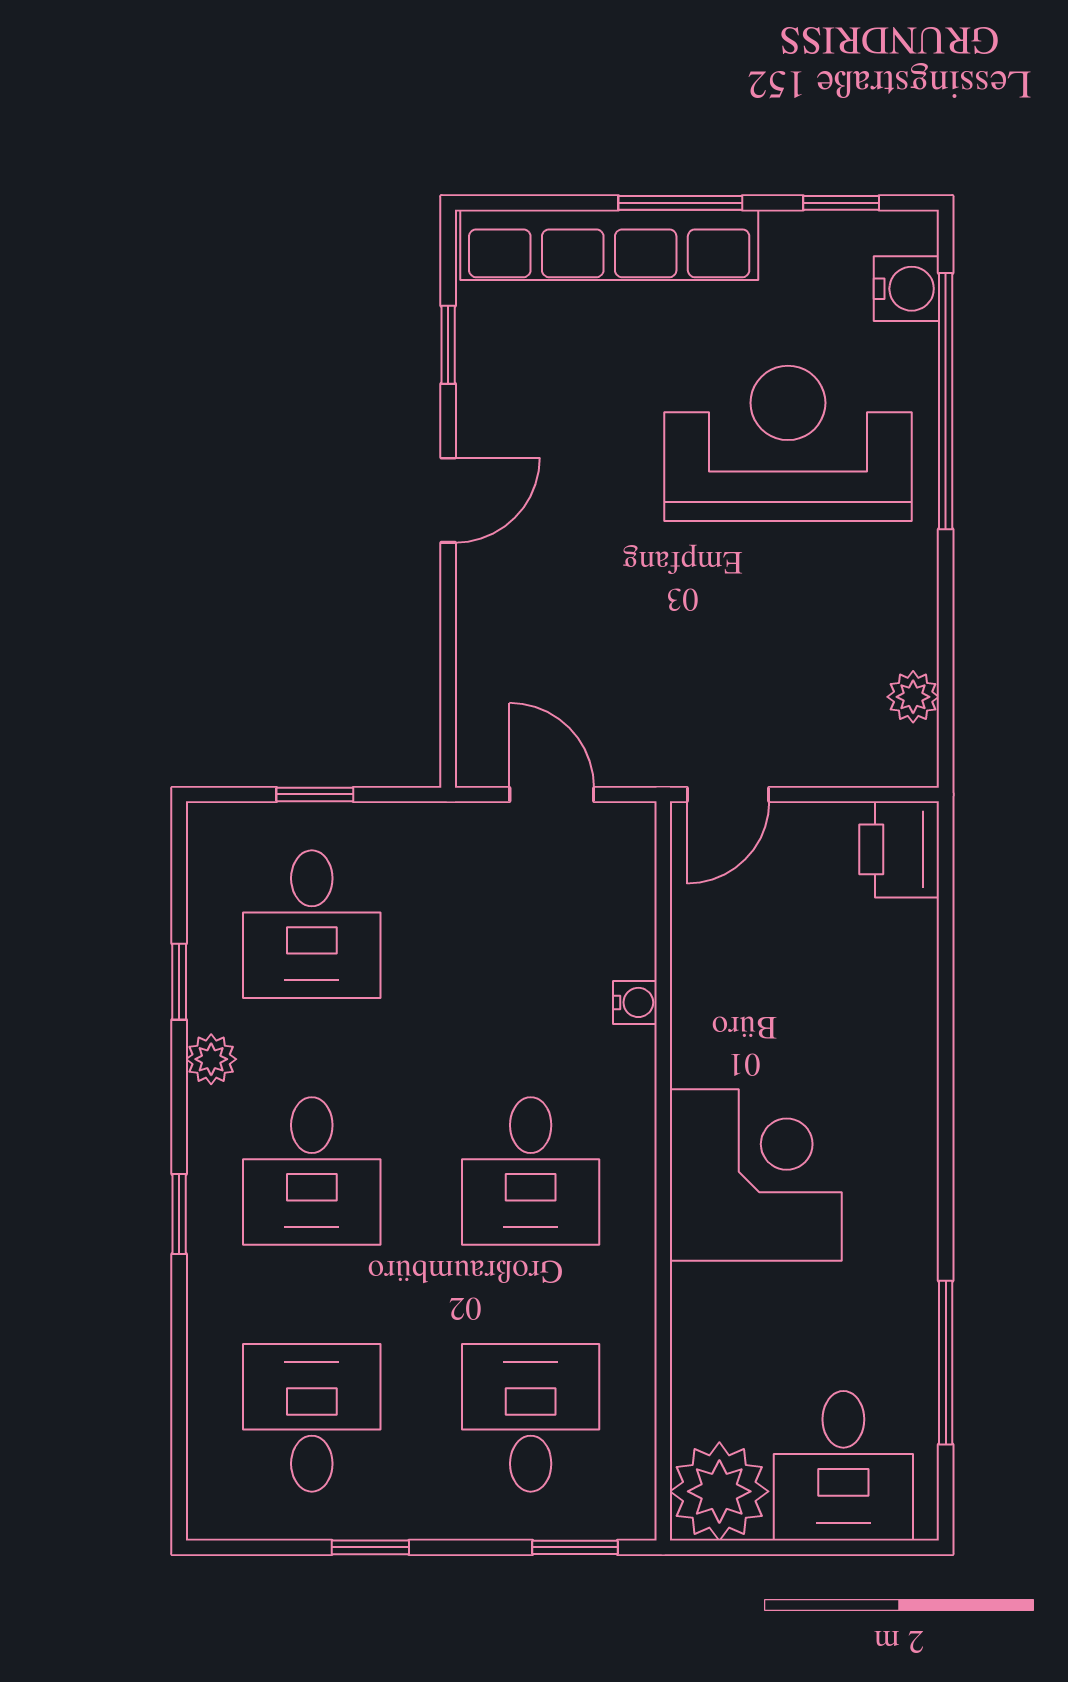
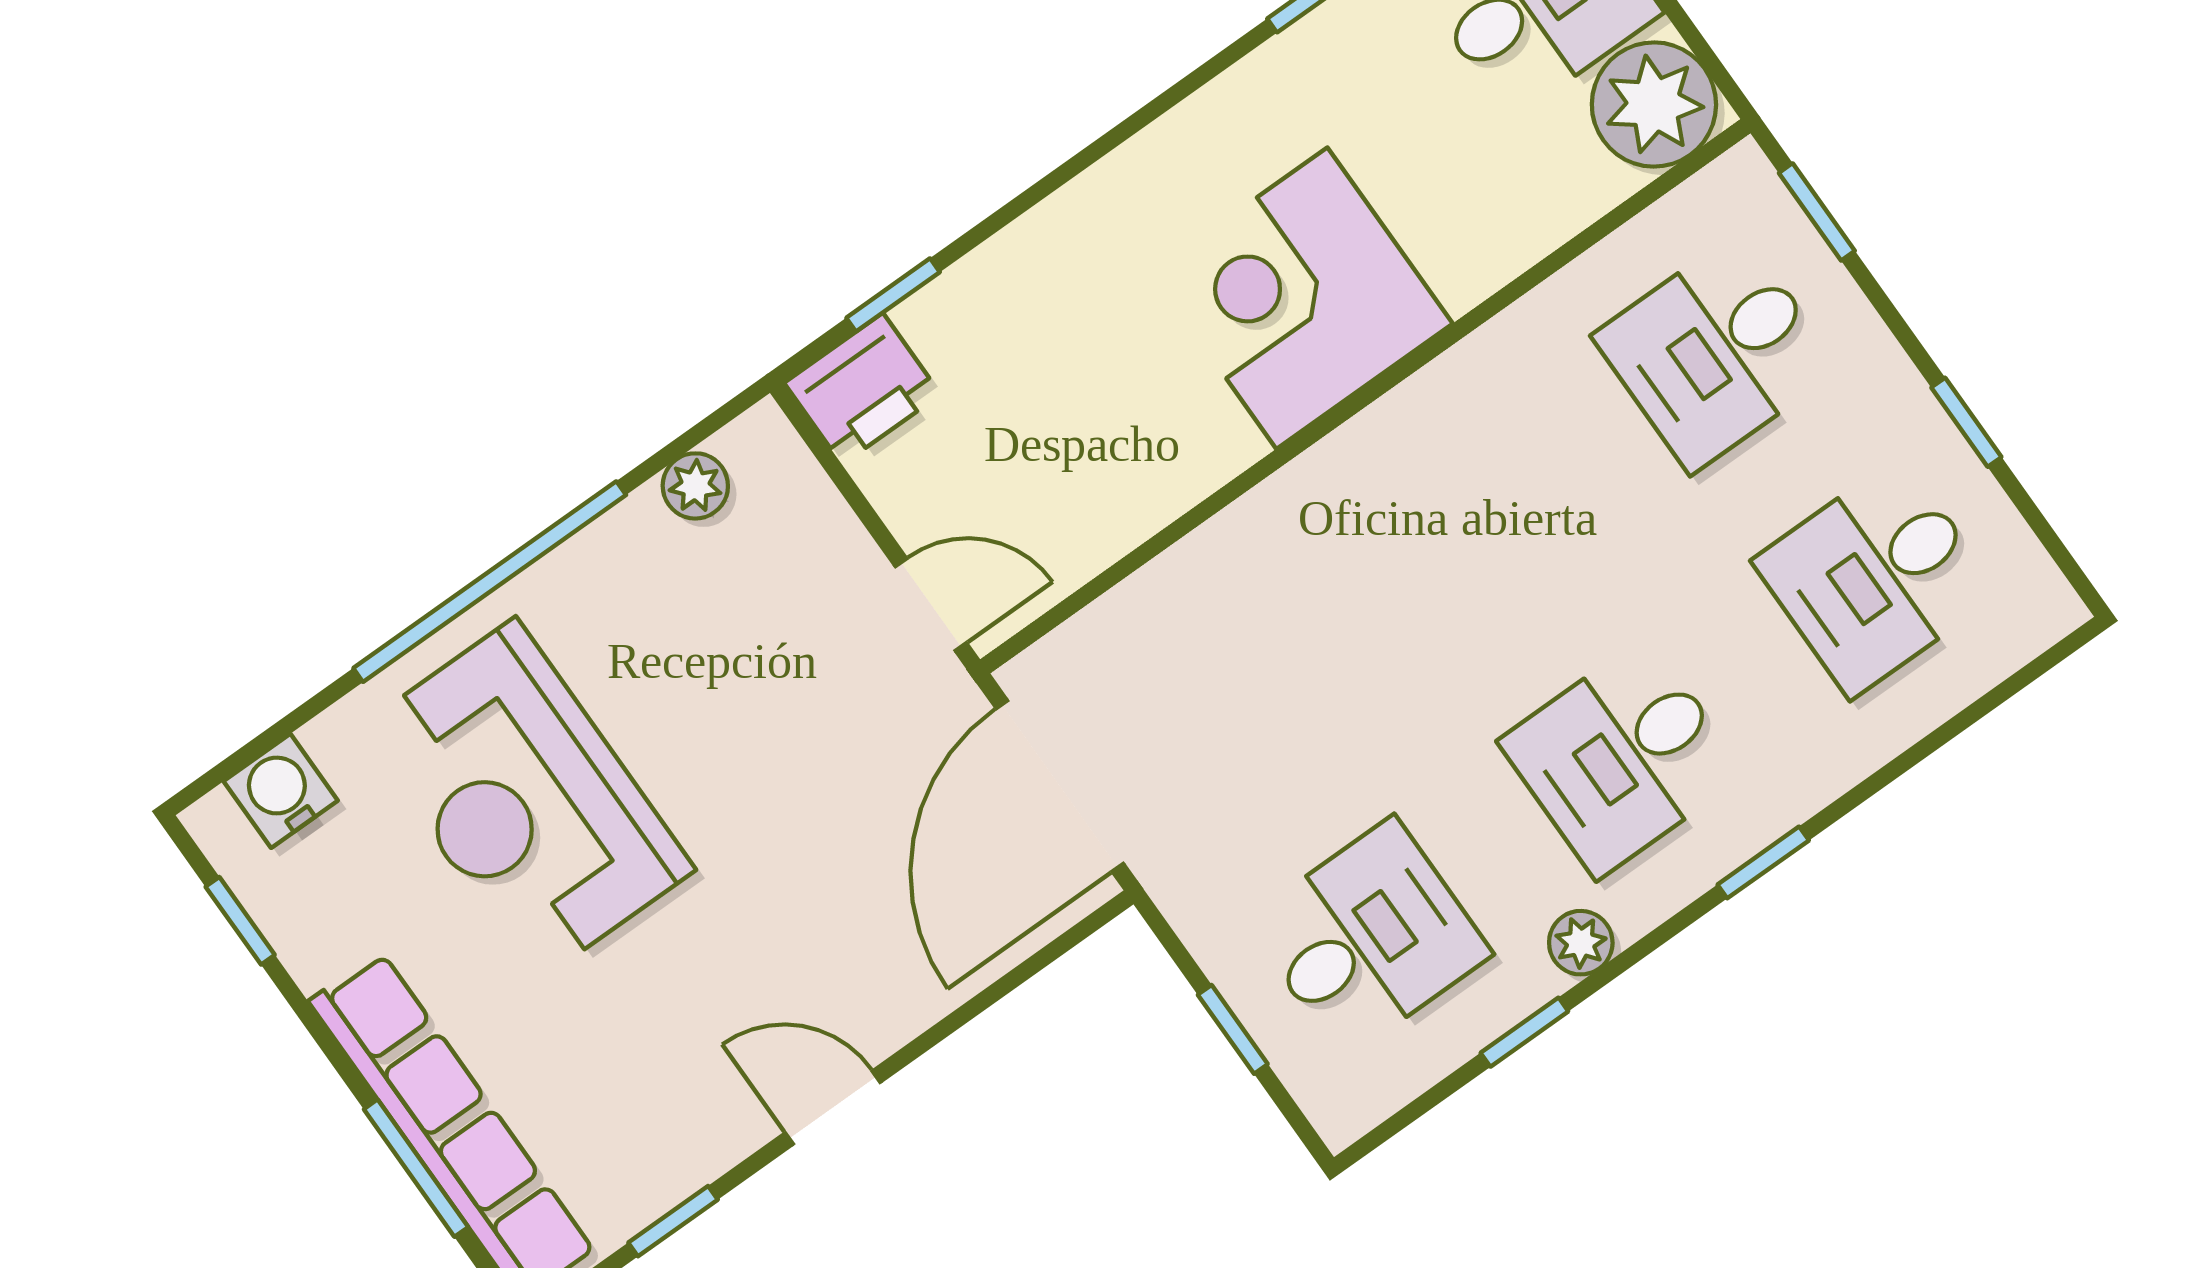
window: (680, 203) -> (416, 1168), moved
window: (946, 401) -> (490, 582), moved
door: (552, 794) -> (1060, 786), width x1.88
window: (946, 912) -> (893, 295), added
water cooler: (635, 1002) -> (1213, 549), removed
desk: (312, 1171) -> (1622, 758), turned 180
desk: (531, 1171) -> (1462, 533), removed

